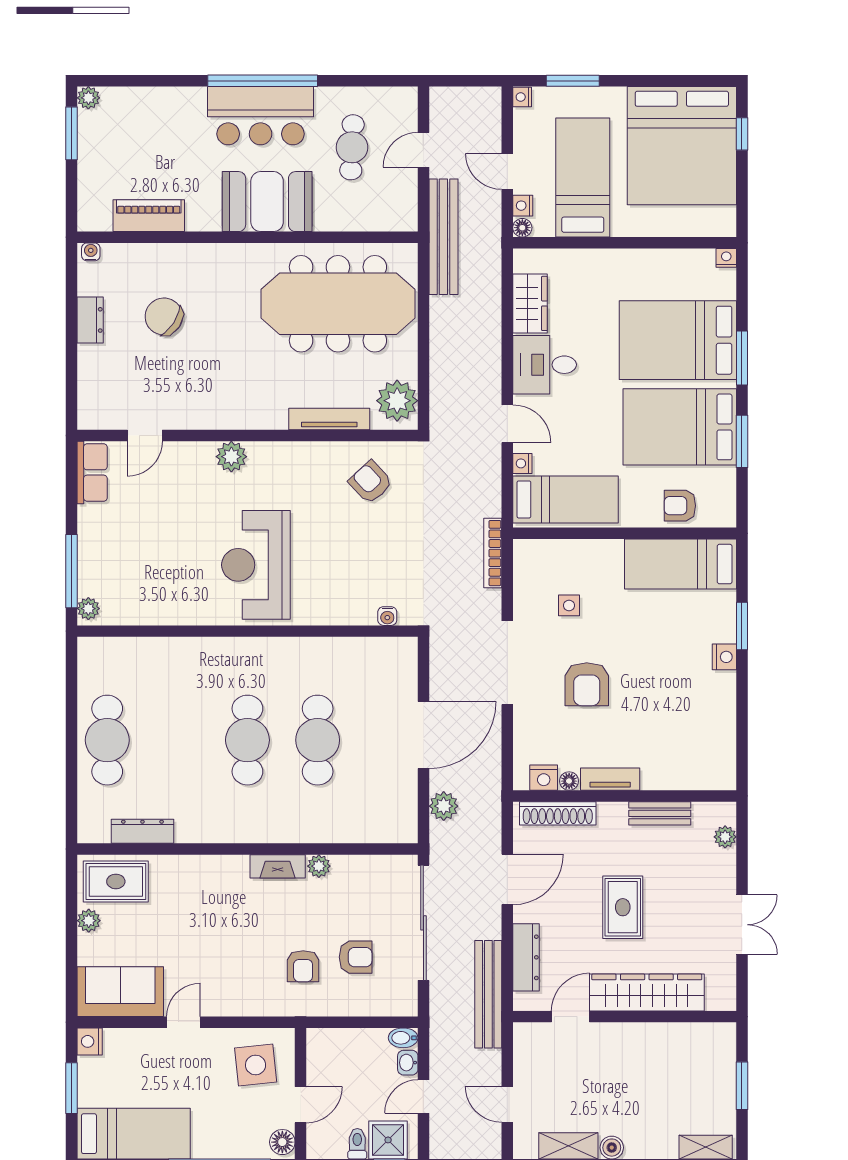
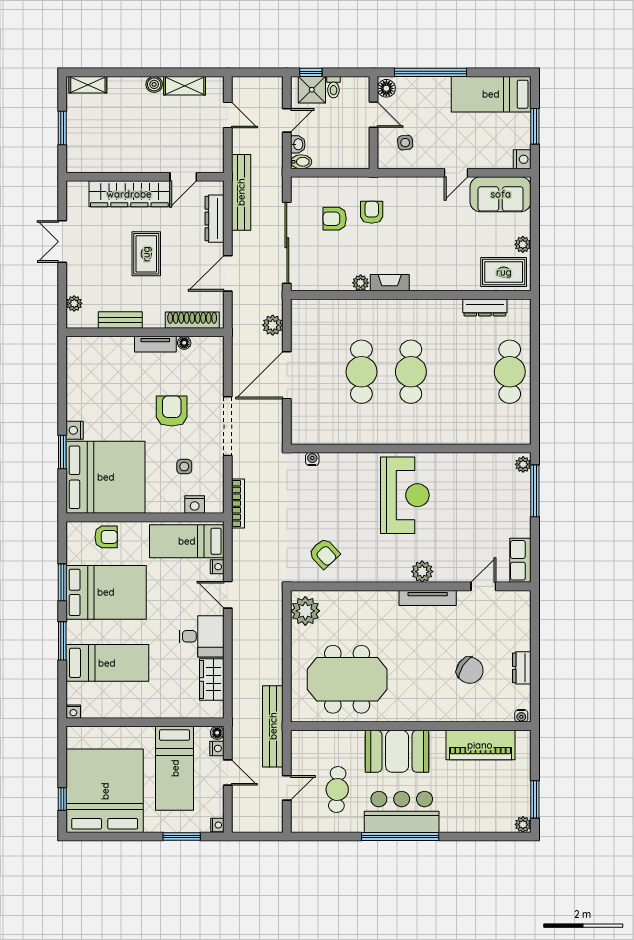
piano: (149, 216) -> (480, 745), width x1.37, depth x1.33
meeting table: (338, 304) -> (347, 679), width x0.73
bed: (678, 340) -> (107, 663), width x0.67
tv unit: (329, 419) -> (428, 598), moved
bed: (681, 564) -> (106, 477), width x2.04
nightstand: (544, 778) -> (195, 505), moved, turned 180
side table: (256, 1065) -> (405, 143), width x0.54, depth x0.54
door: (301, 1105) -> (373, 115), swing flipped

